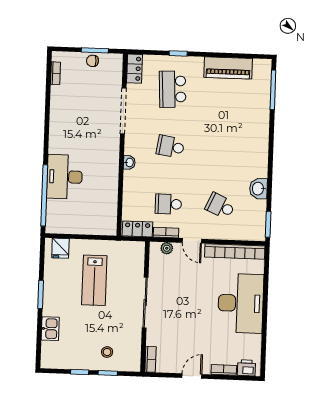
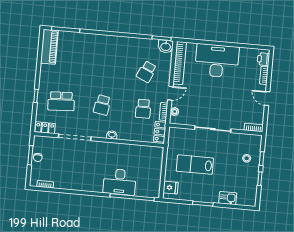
piano: (228, 68) -> (49, 47), moved
washbasin: (258, 189) -> (166, 46), moved
lab bench: (94, 280) -> (195, 165), turned 180

